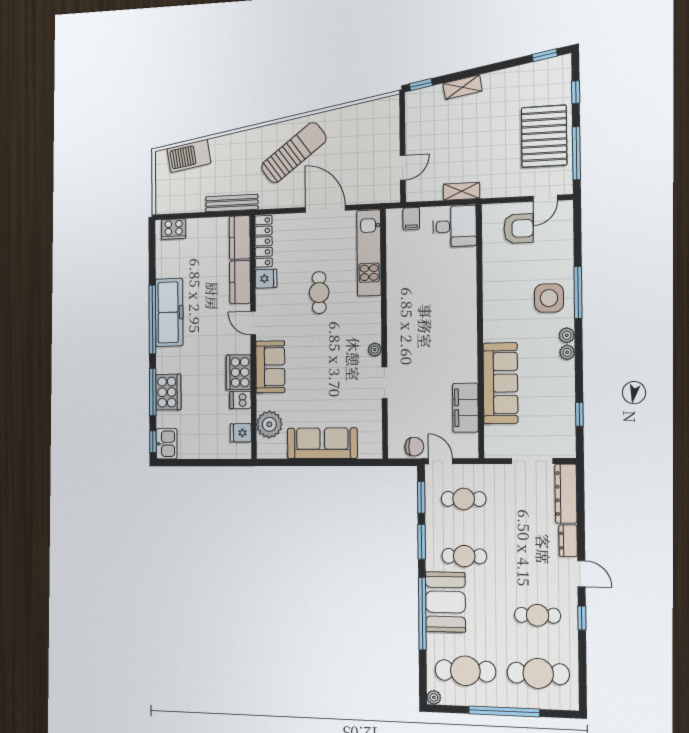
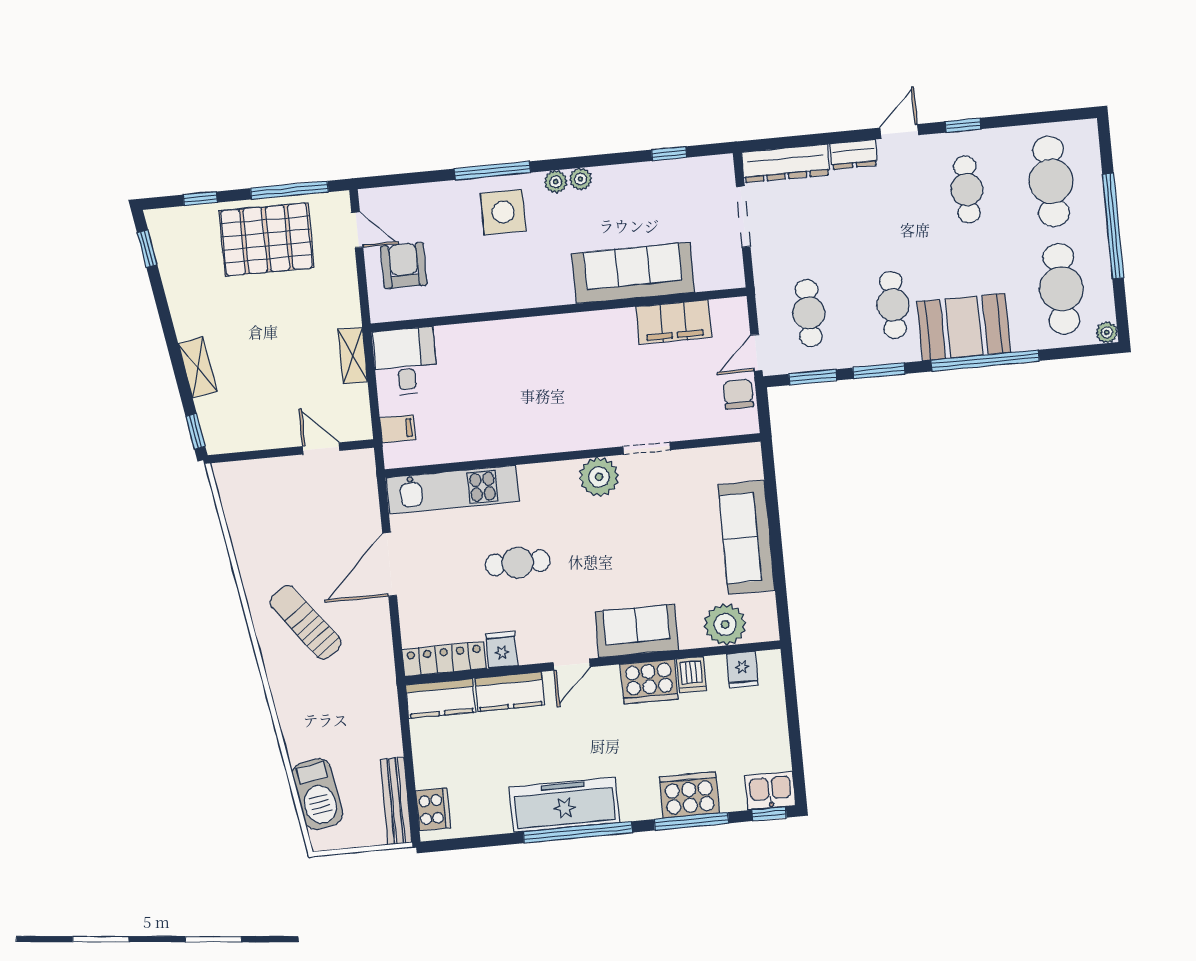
sun lounger: (294, 153) -> (306, 622), width x0.73, depth x0.75
bench: (232, 203) -> (396, 801), moved
plant: (375, 350) -> (599, 477), width x1.87, depth x1.87

